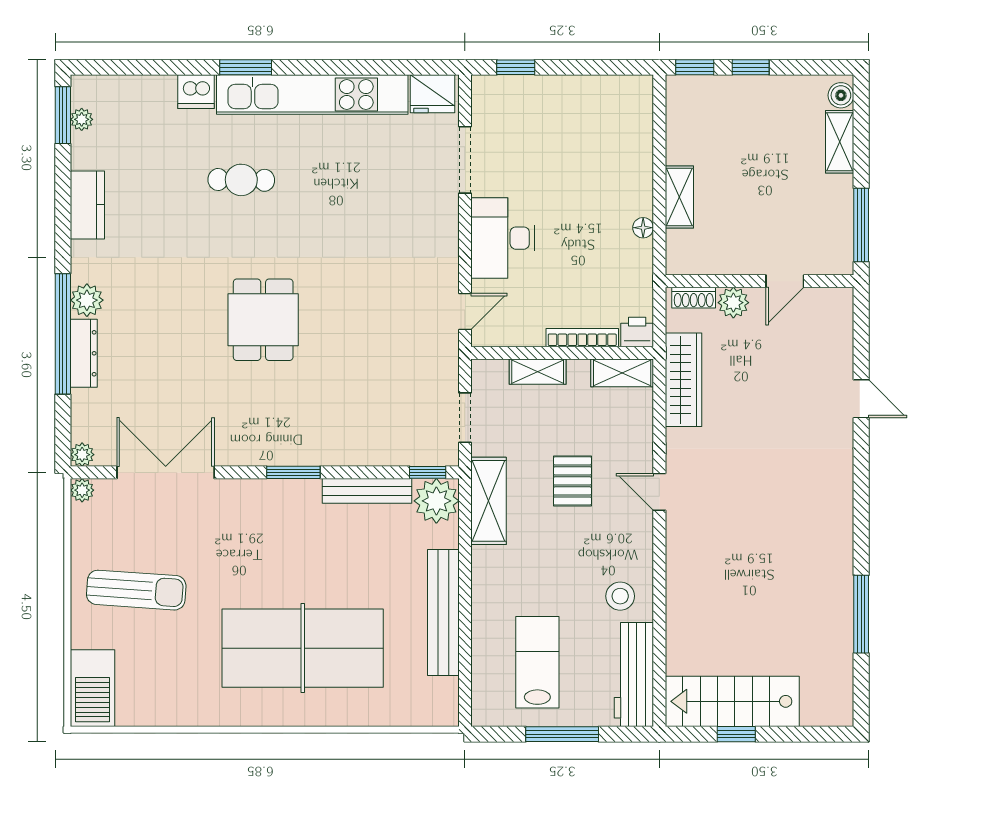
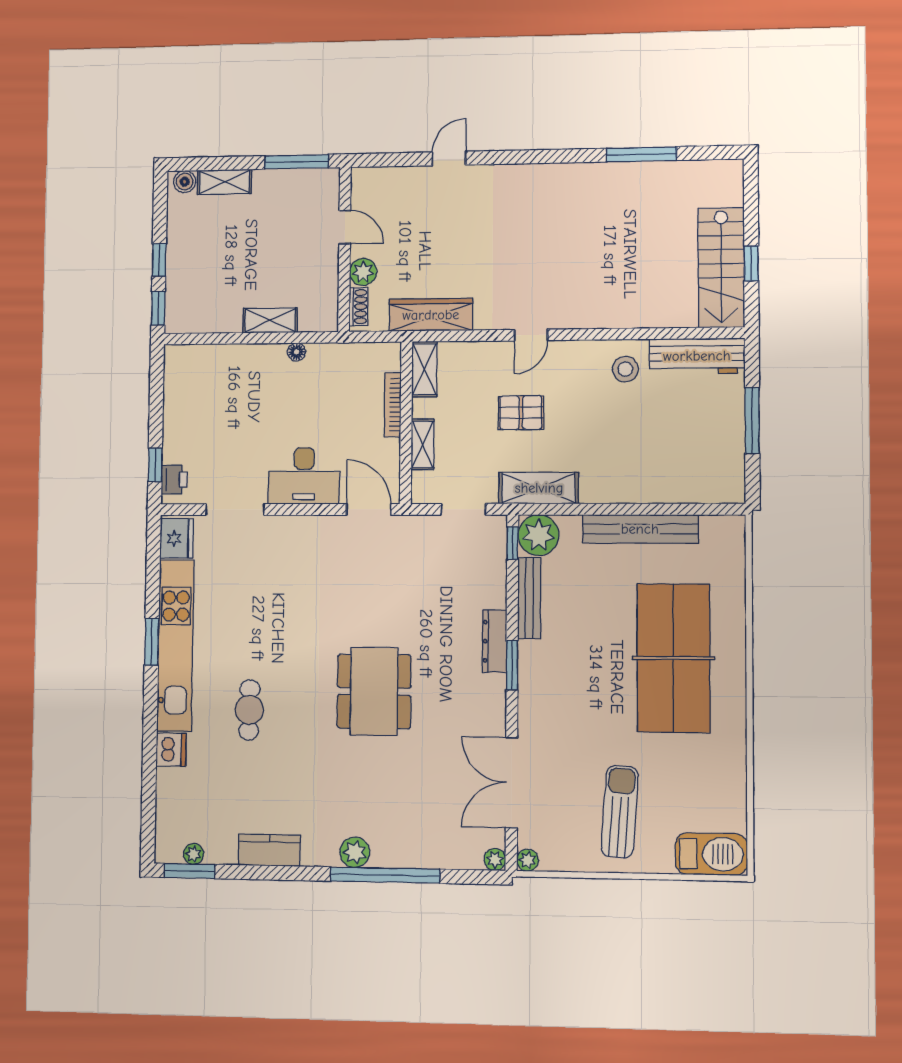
window: (246, 67) -> (152, 642), moved
door: (465, 311) -> (368, 509), width x1.37
dining table: (263, 320) -> (374, 691), width x1.38
printer: (637, 332) -> (174, 480), moved, turned 180
dresser: (84, 353) -> (495, 641), moved, turned -90
lab bench: (537, 662) -> (686, 443), removed

